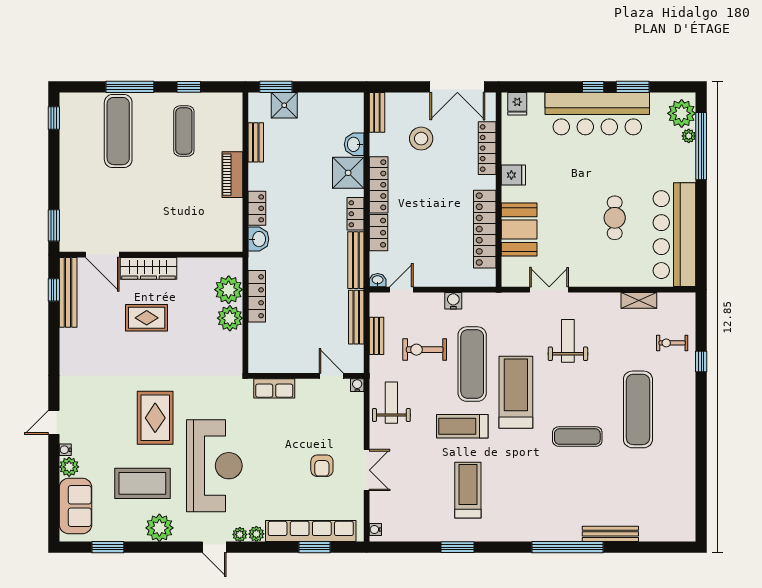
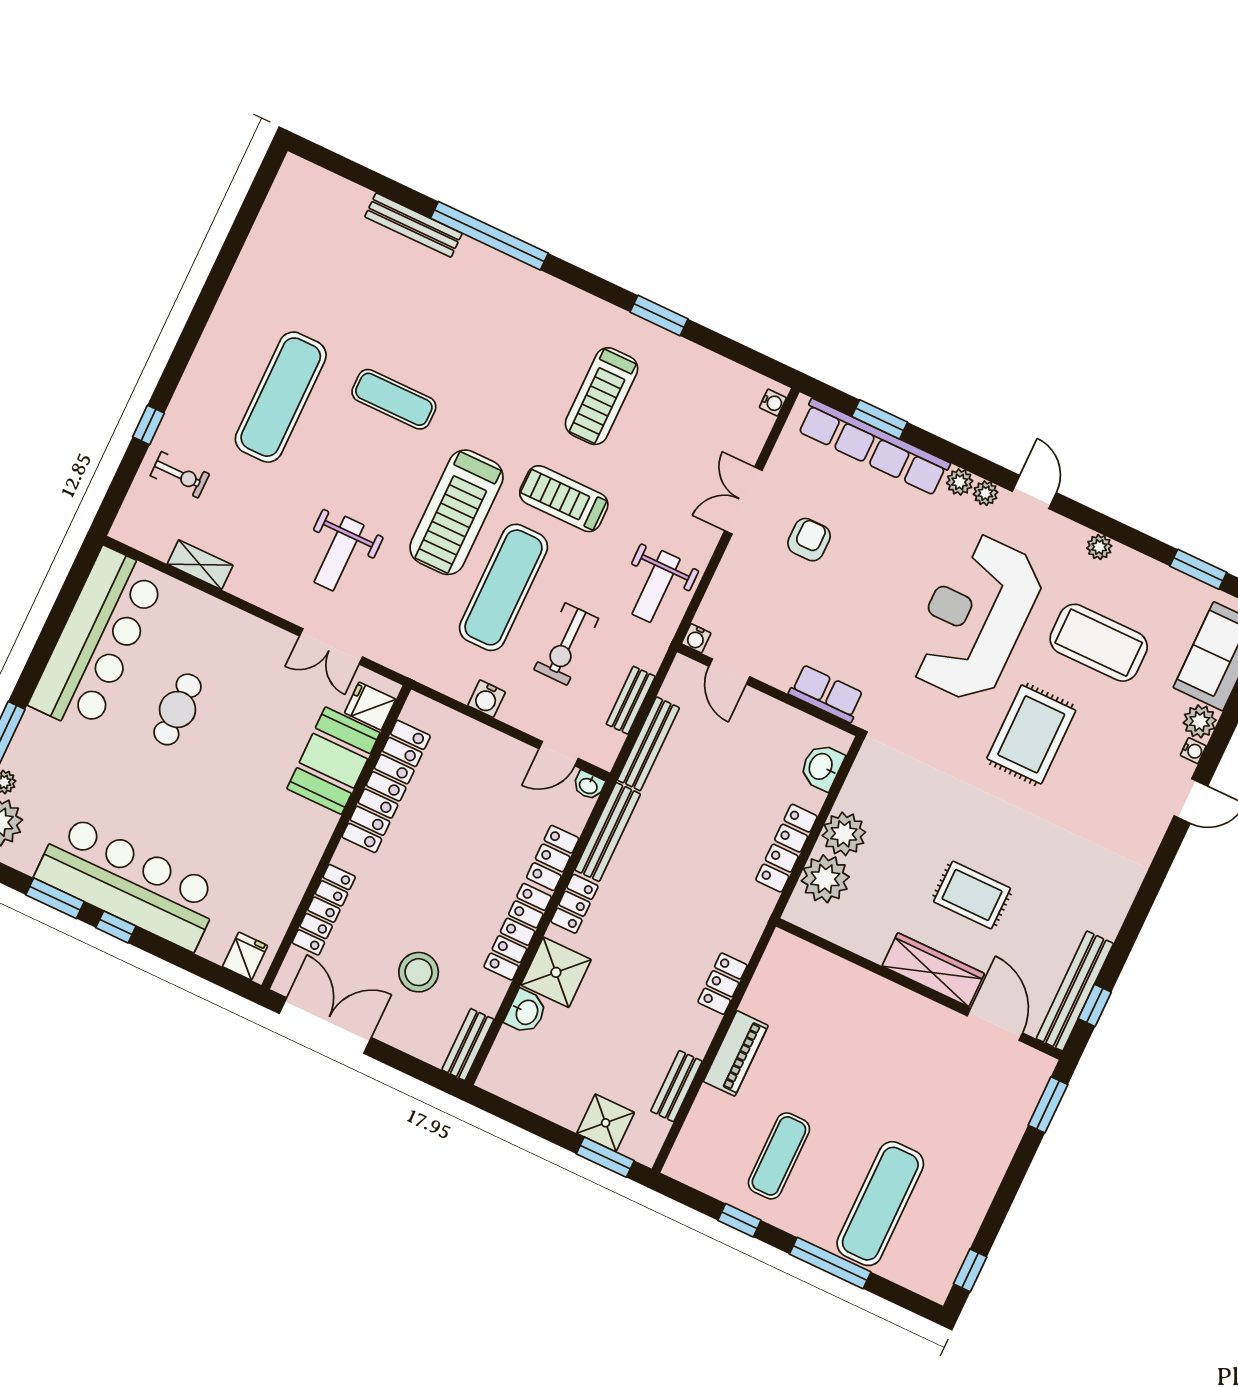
fridge: (513, 175) -> (370, 706), moved
washbasin: (258, 239) -> (822, 767), moved
exercise bike: (425, 350) -> (566, 644), turned 90
treadmill: (462, 426) -> (564, 499), turned 180
plant: (159, 528) -> (1099, 547), width x0.53, depth x0.53

